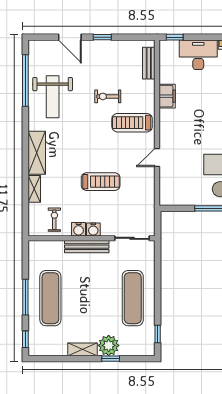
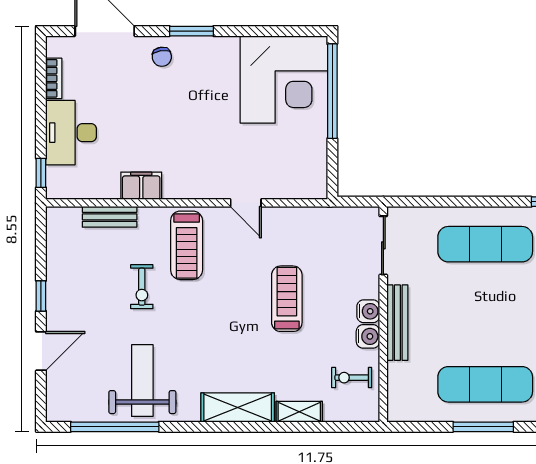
bench: (149, 63) -> (110, 217), moved
weight bench: (53, 97) -> (142, 381), turned -90

